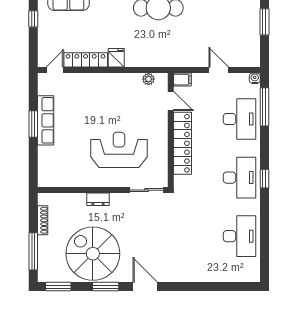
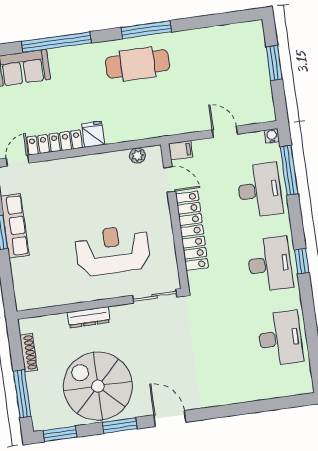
dresser: (98, 199) -> (89, 317), width x1.44

